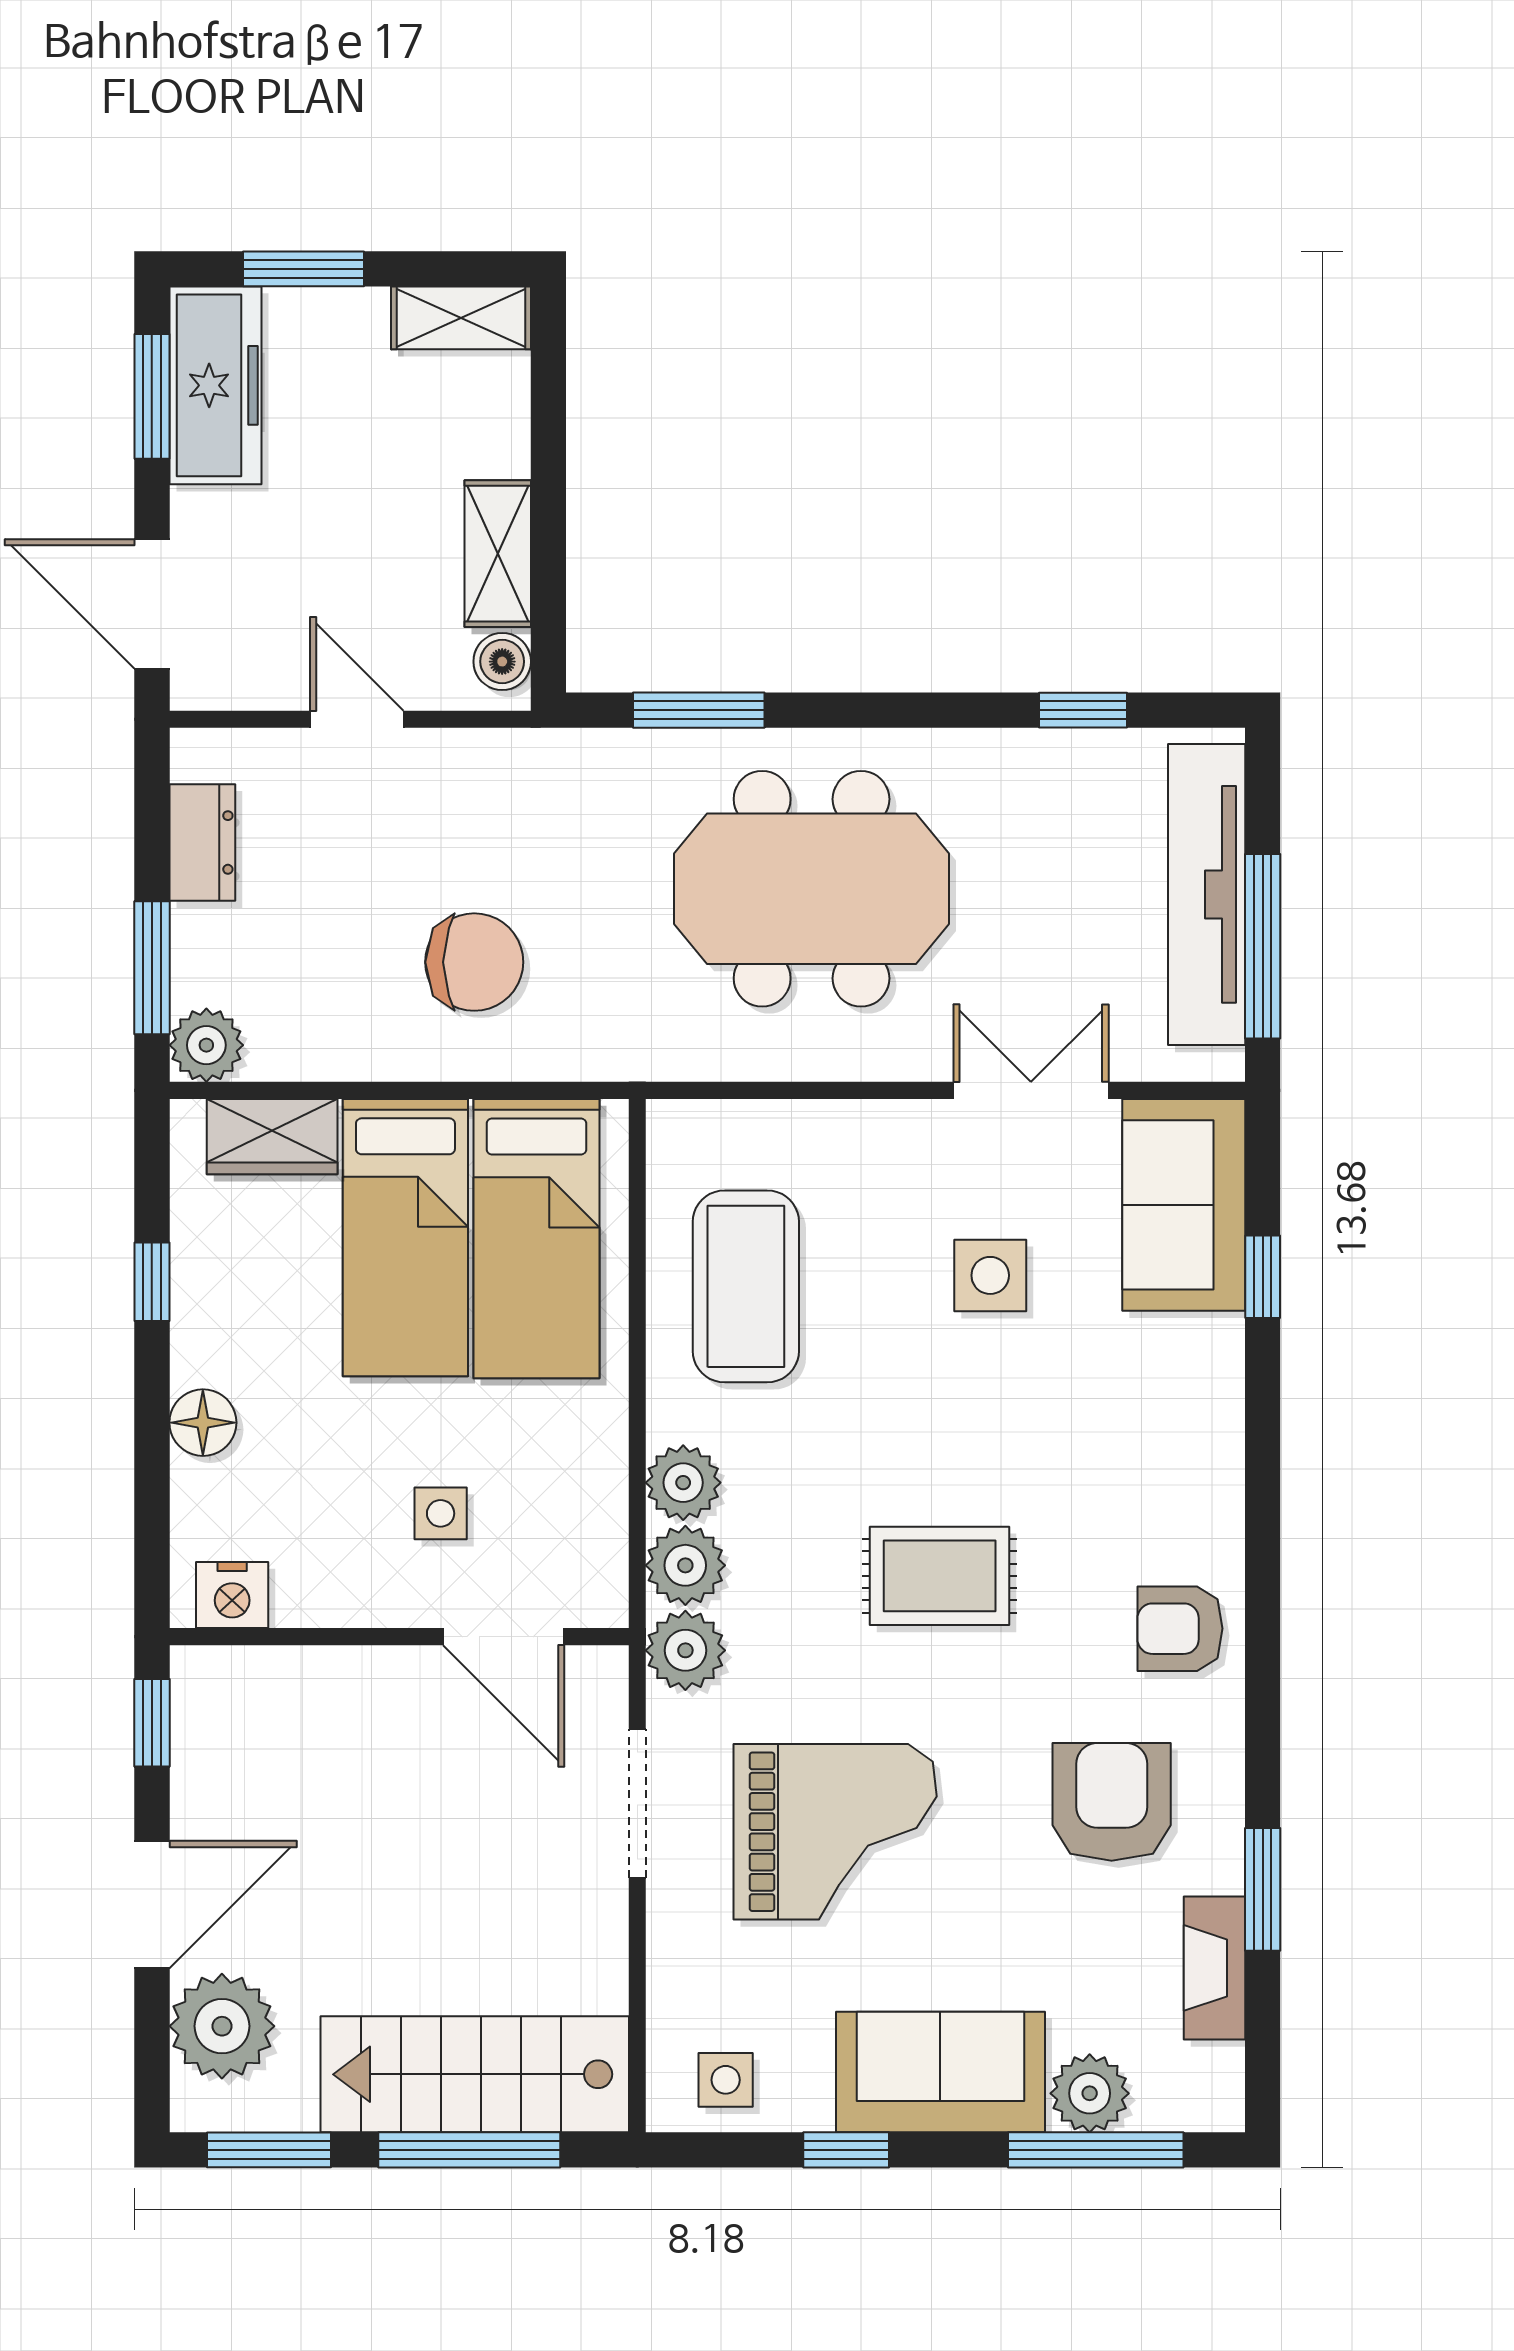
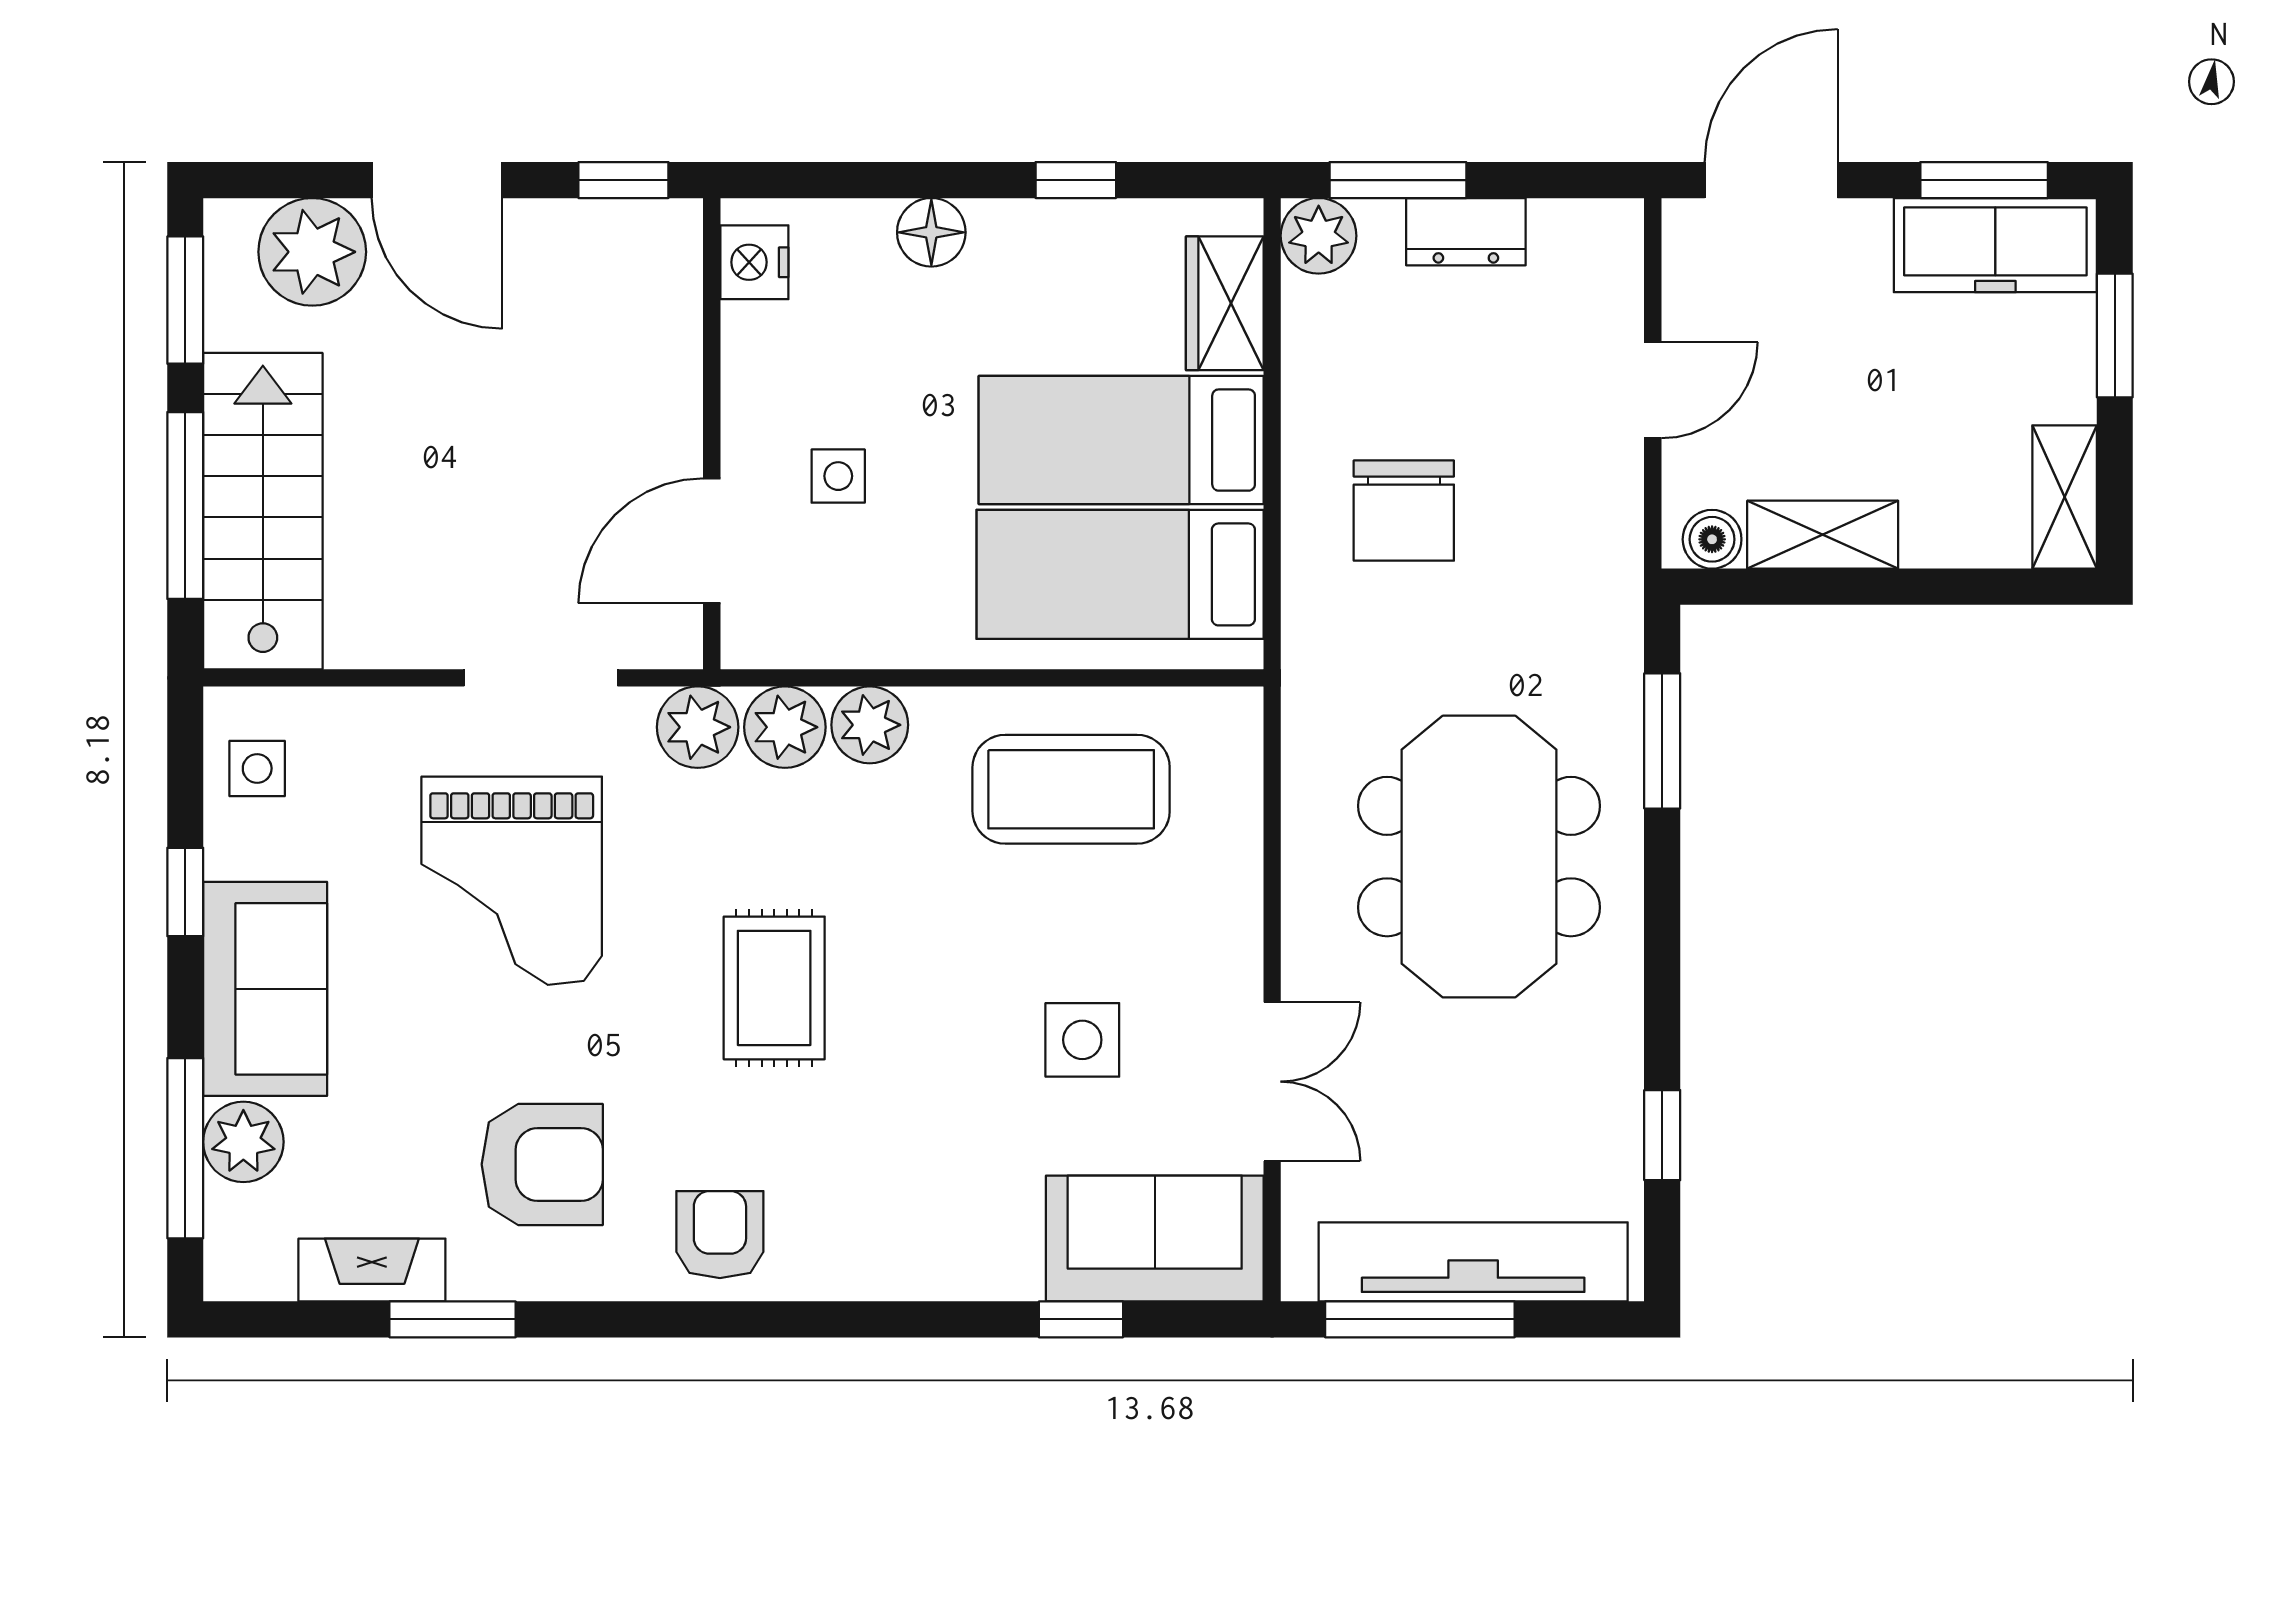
dresser: (202, 842) -> (1466, 232), moved

